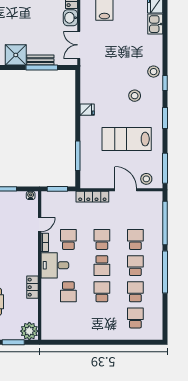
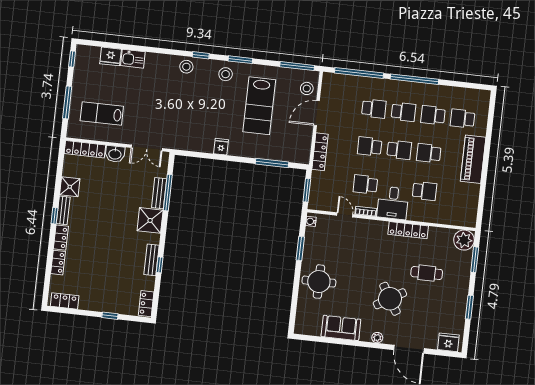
stool: (135, 96) -> (226, 74), moved
school desk: (135, 239) -> (374, 109), turned 180
school desk: (135, 266) -> (403, 112), turned 180
locker: (33, 287) -> (408, 230), width x1.53
piano: (101, 331) -> (473, 159), added

